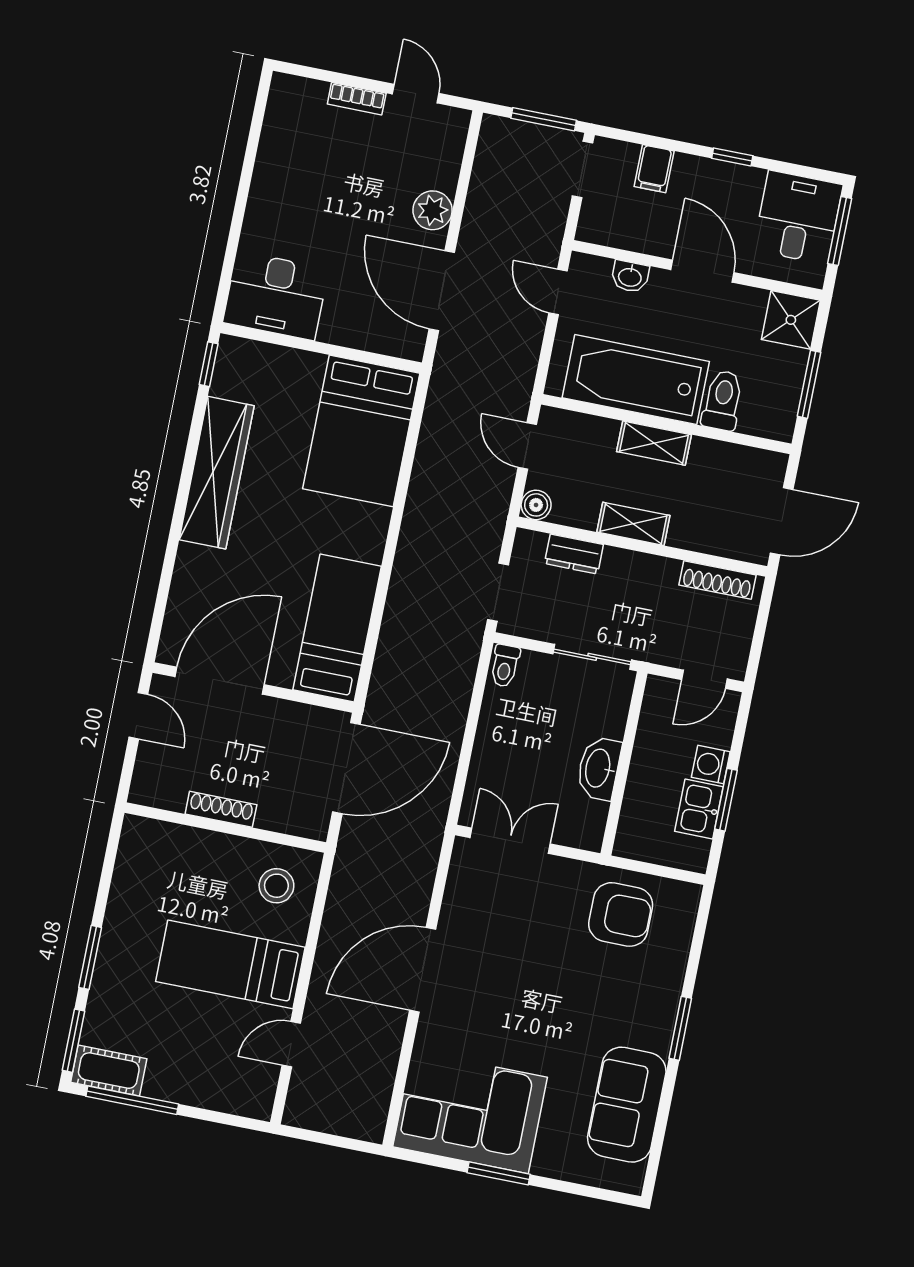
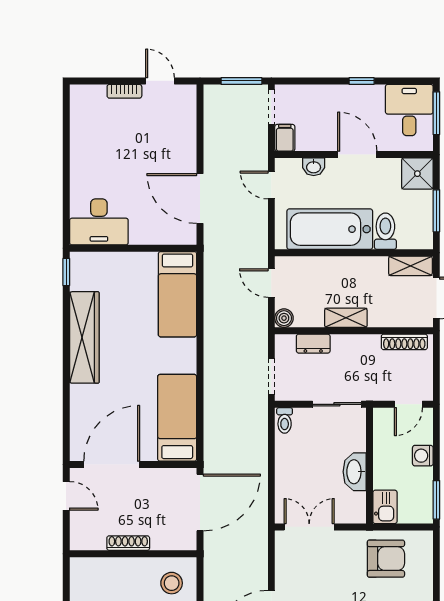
filing cabinet: (654, 169) -> (285, 138), moved, turned 180
plant: (433, 210) -> (185, 150), removed
bed: (361, 431) -> (177, 294), width x0.67
shelving: (654, 443) -> (410, 266), moved
window: (726, 800) -> (436, 500), moved
kitchen sink: (699, 809) -> (385, 507), moved, turned 180

